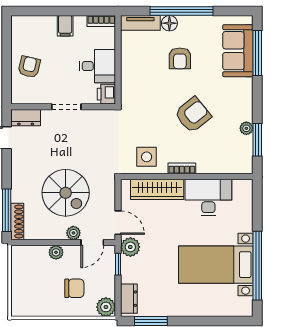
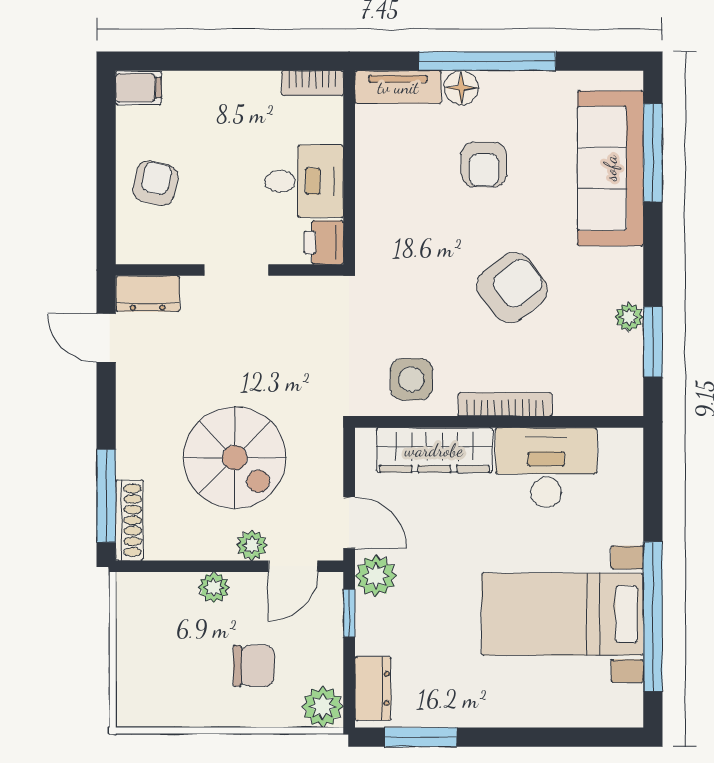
filing cabinet: (65, 26) -> (138, 88), moved, turned -90
sofa: (238, 51) -> (610, 168), width x1.36
bookcase: (182, 168) -> (505, 404), width x1.56

